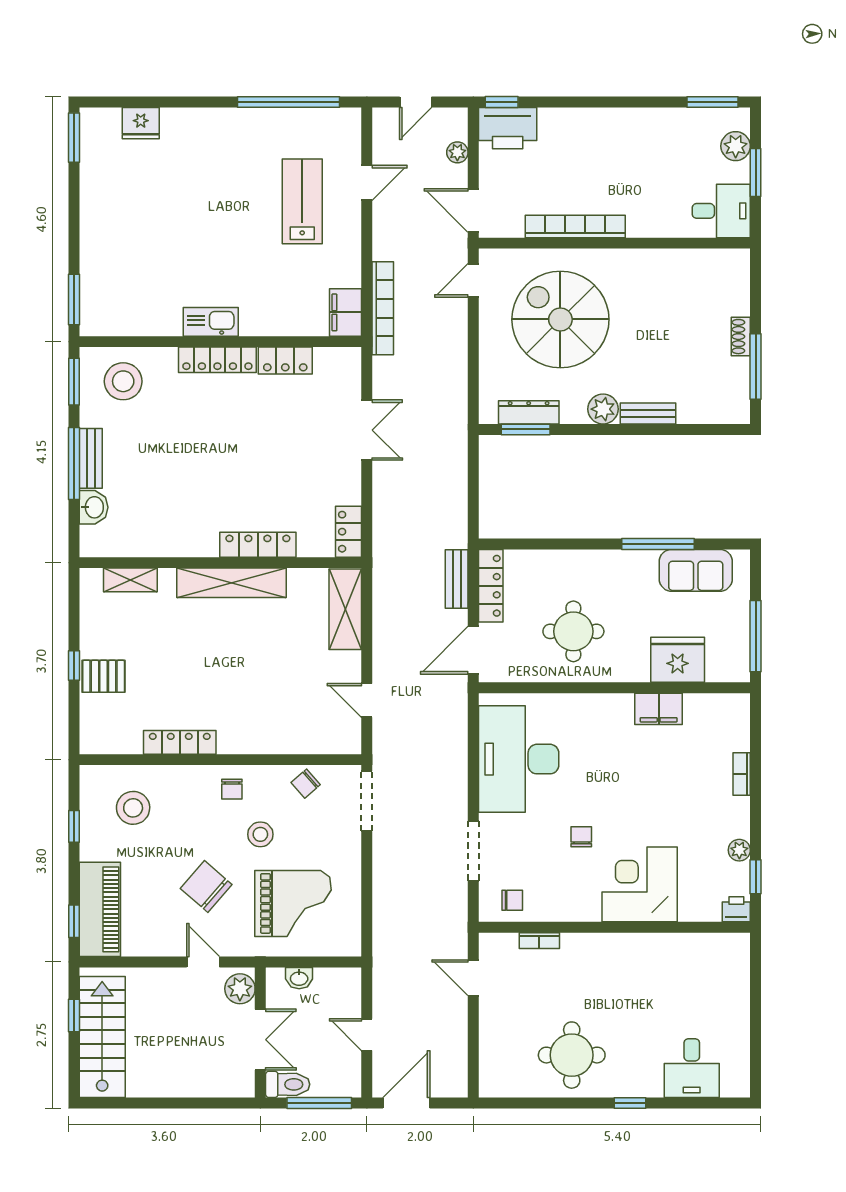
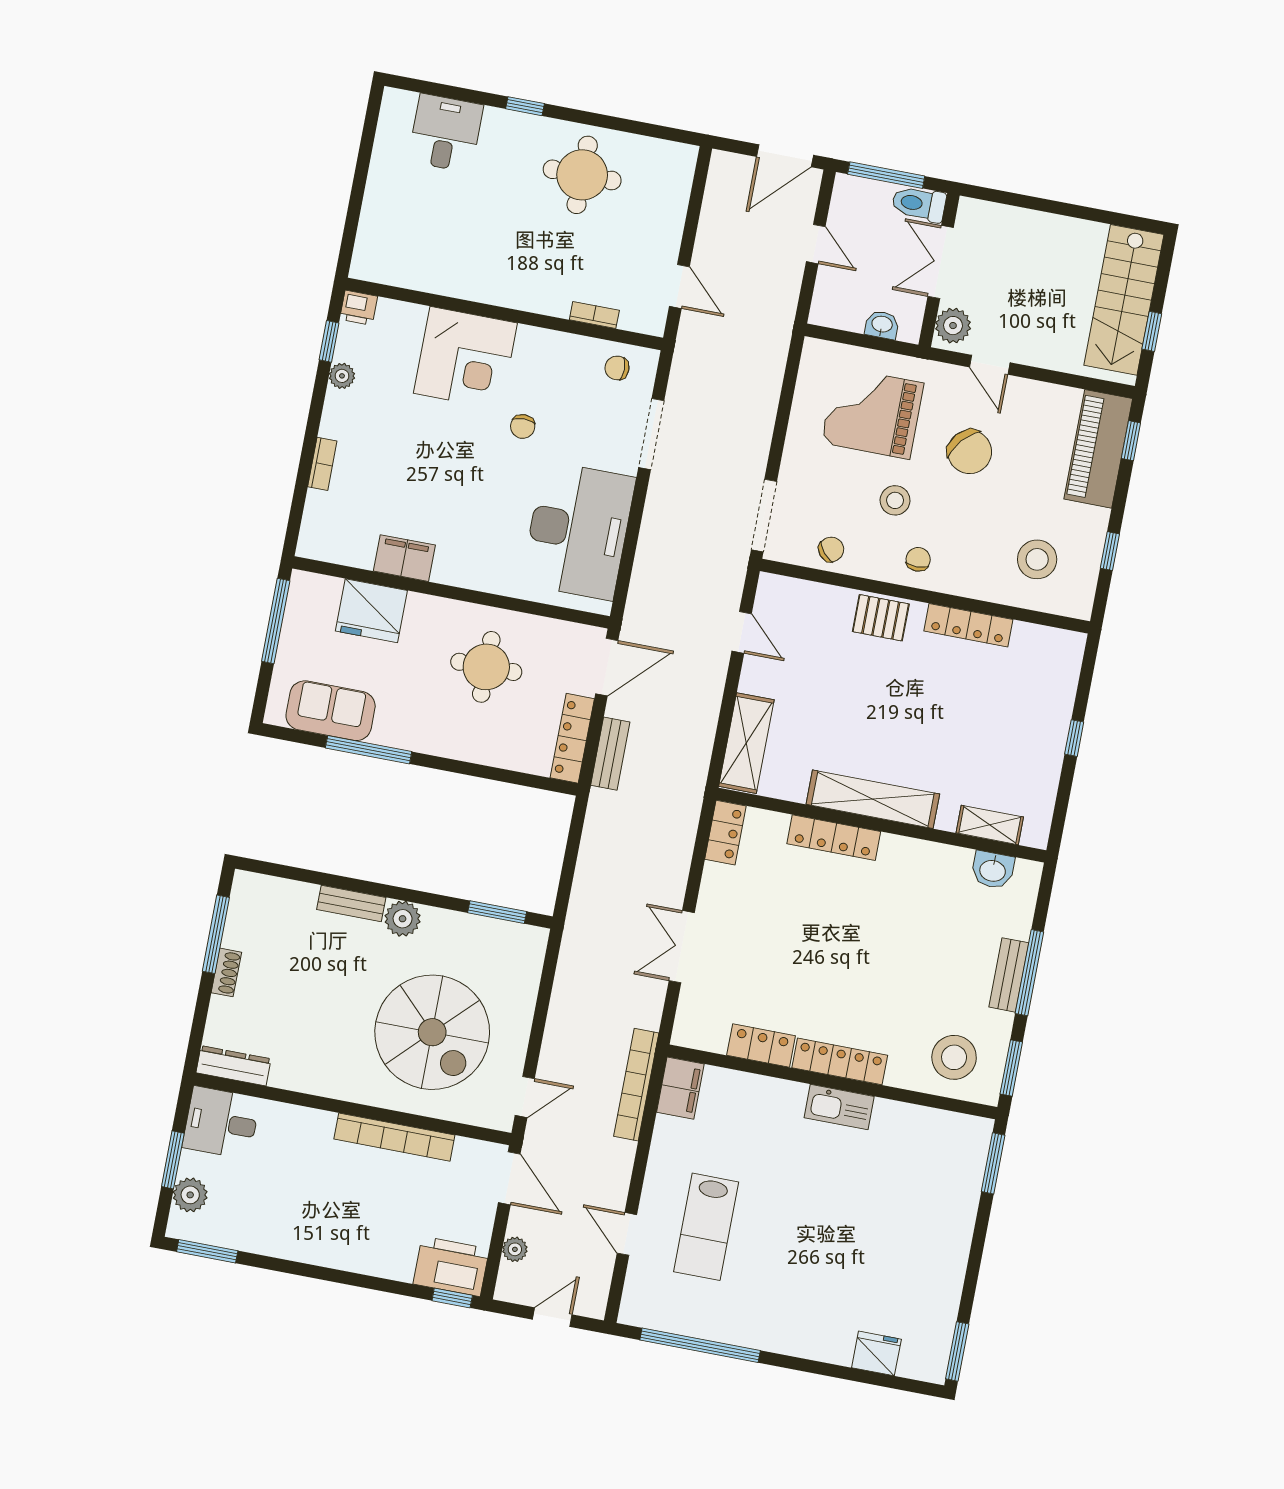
door: (367, 183) -> (627, 1234), hinge flipped
dresser: (529, 412) -> (234, 1066), moved, turned 180
washbasin: (94, 507) -> (993, 870), moved, turned -90
pallet: (104, 676) -> (881, 618), moved

